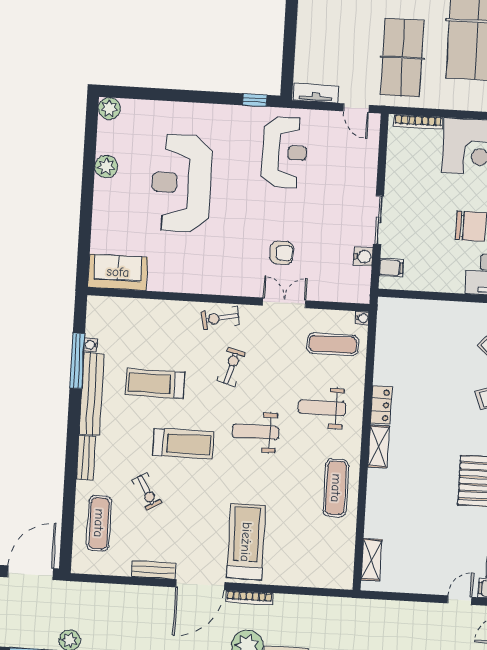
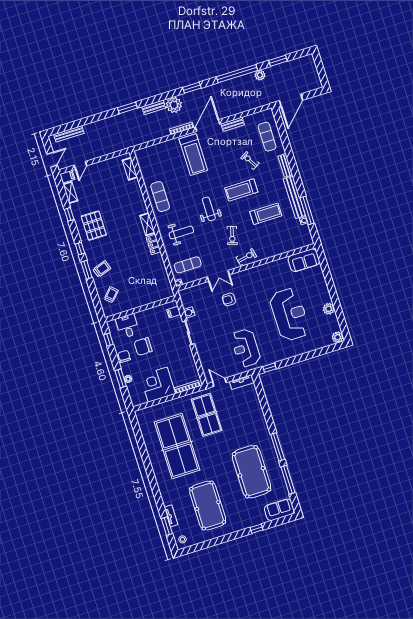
weight bench: (255, 432) -> (209, 209), turned -90

